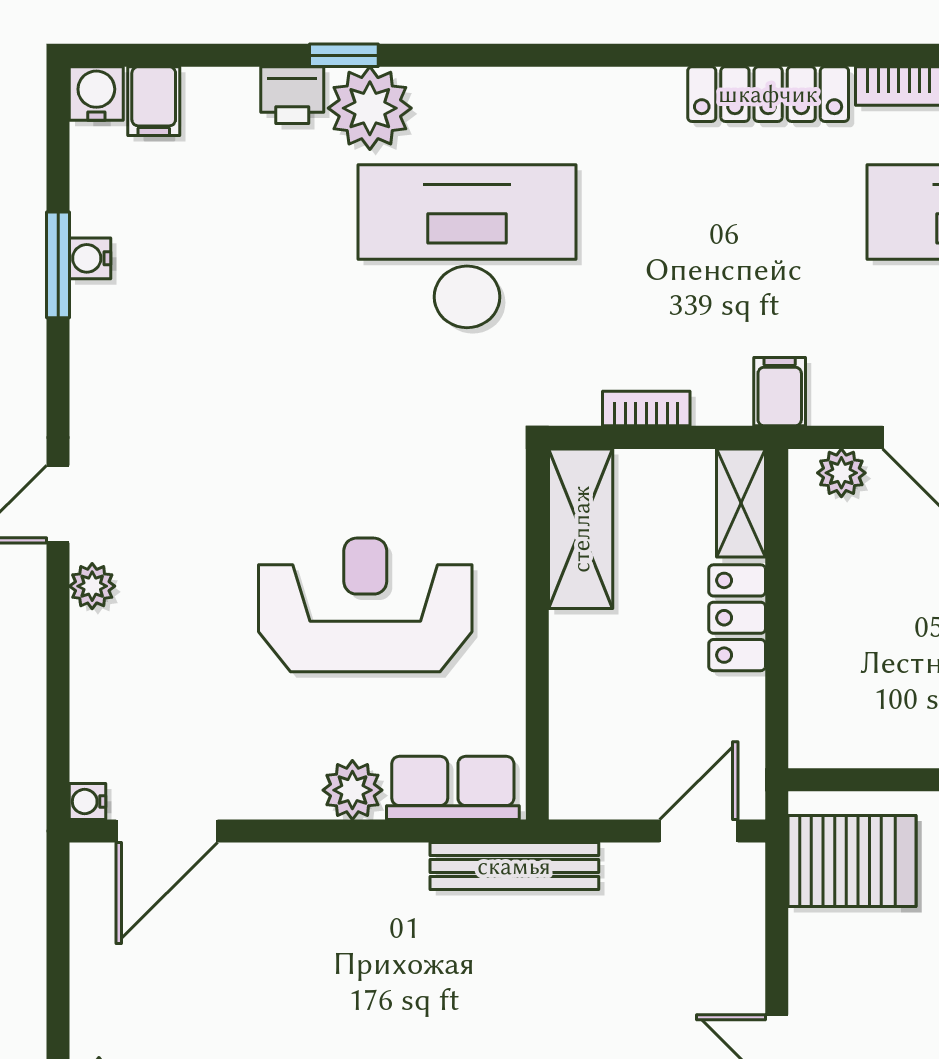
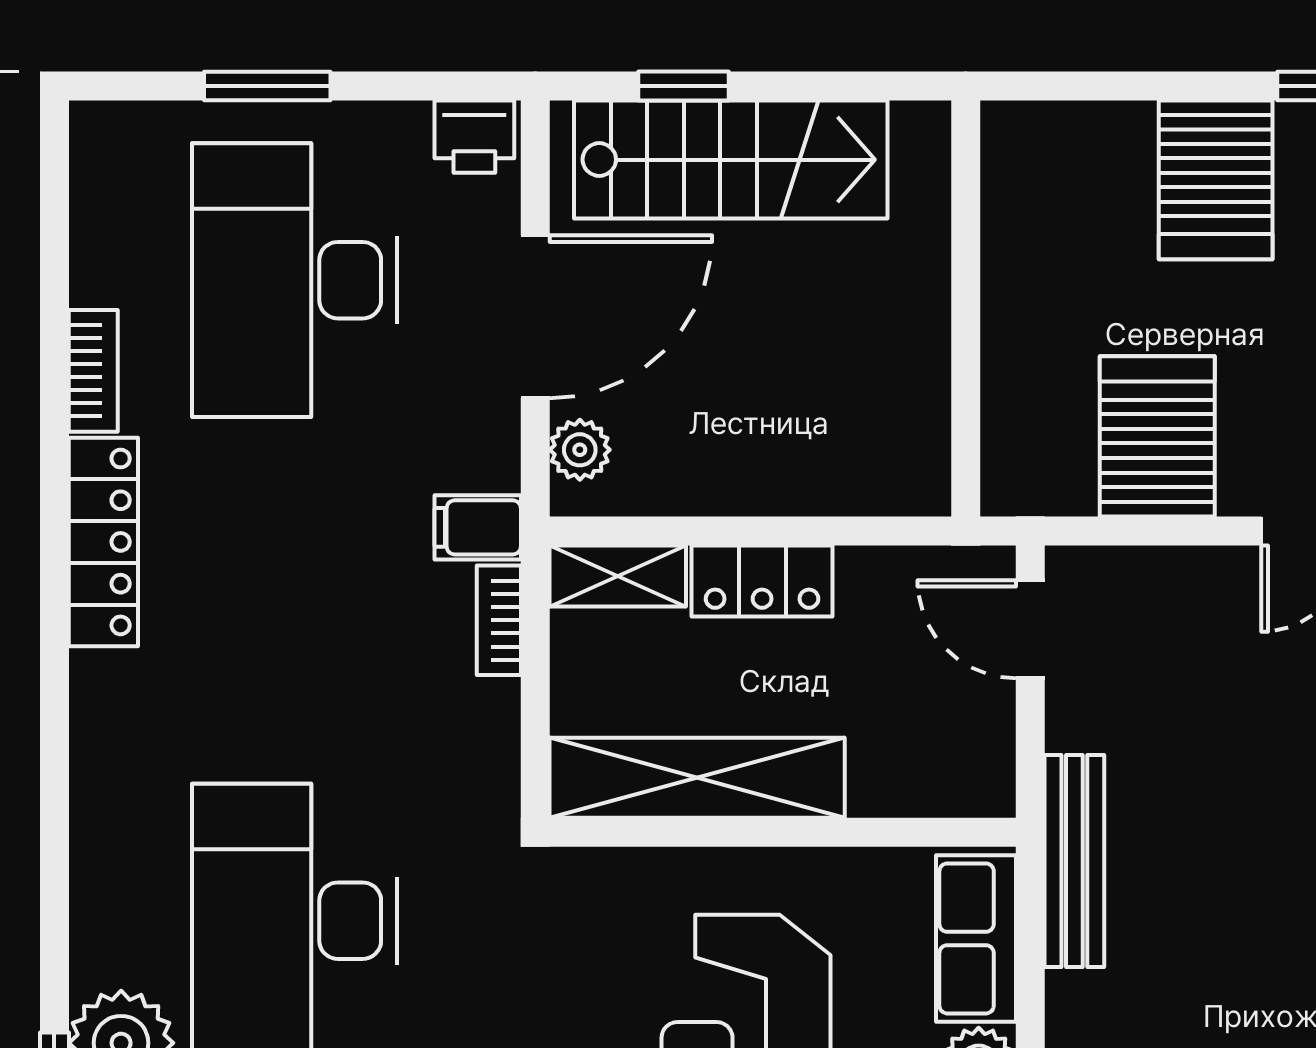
bookcase: (646, 409) -> (499, 620), moved
shelving: (581, 529) -> (697, 778), width x1.47
server rack: (852, 861) -> (1157, 436), moved

